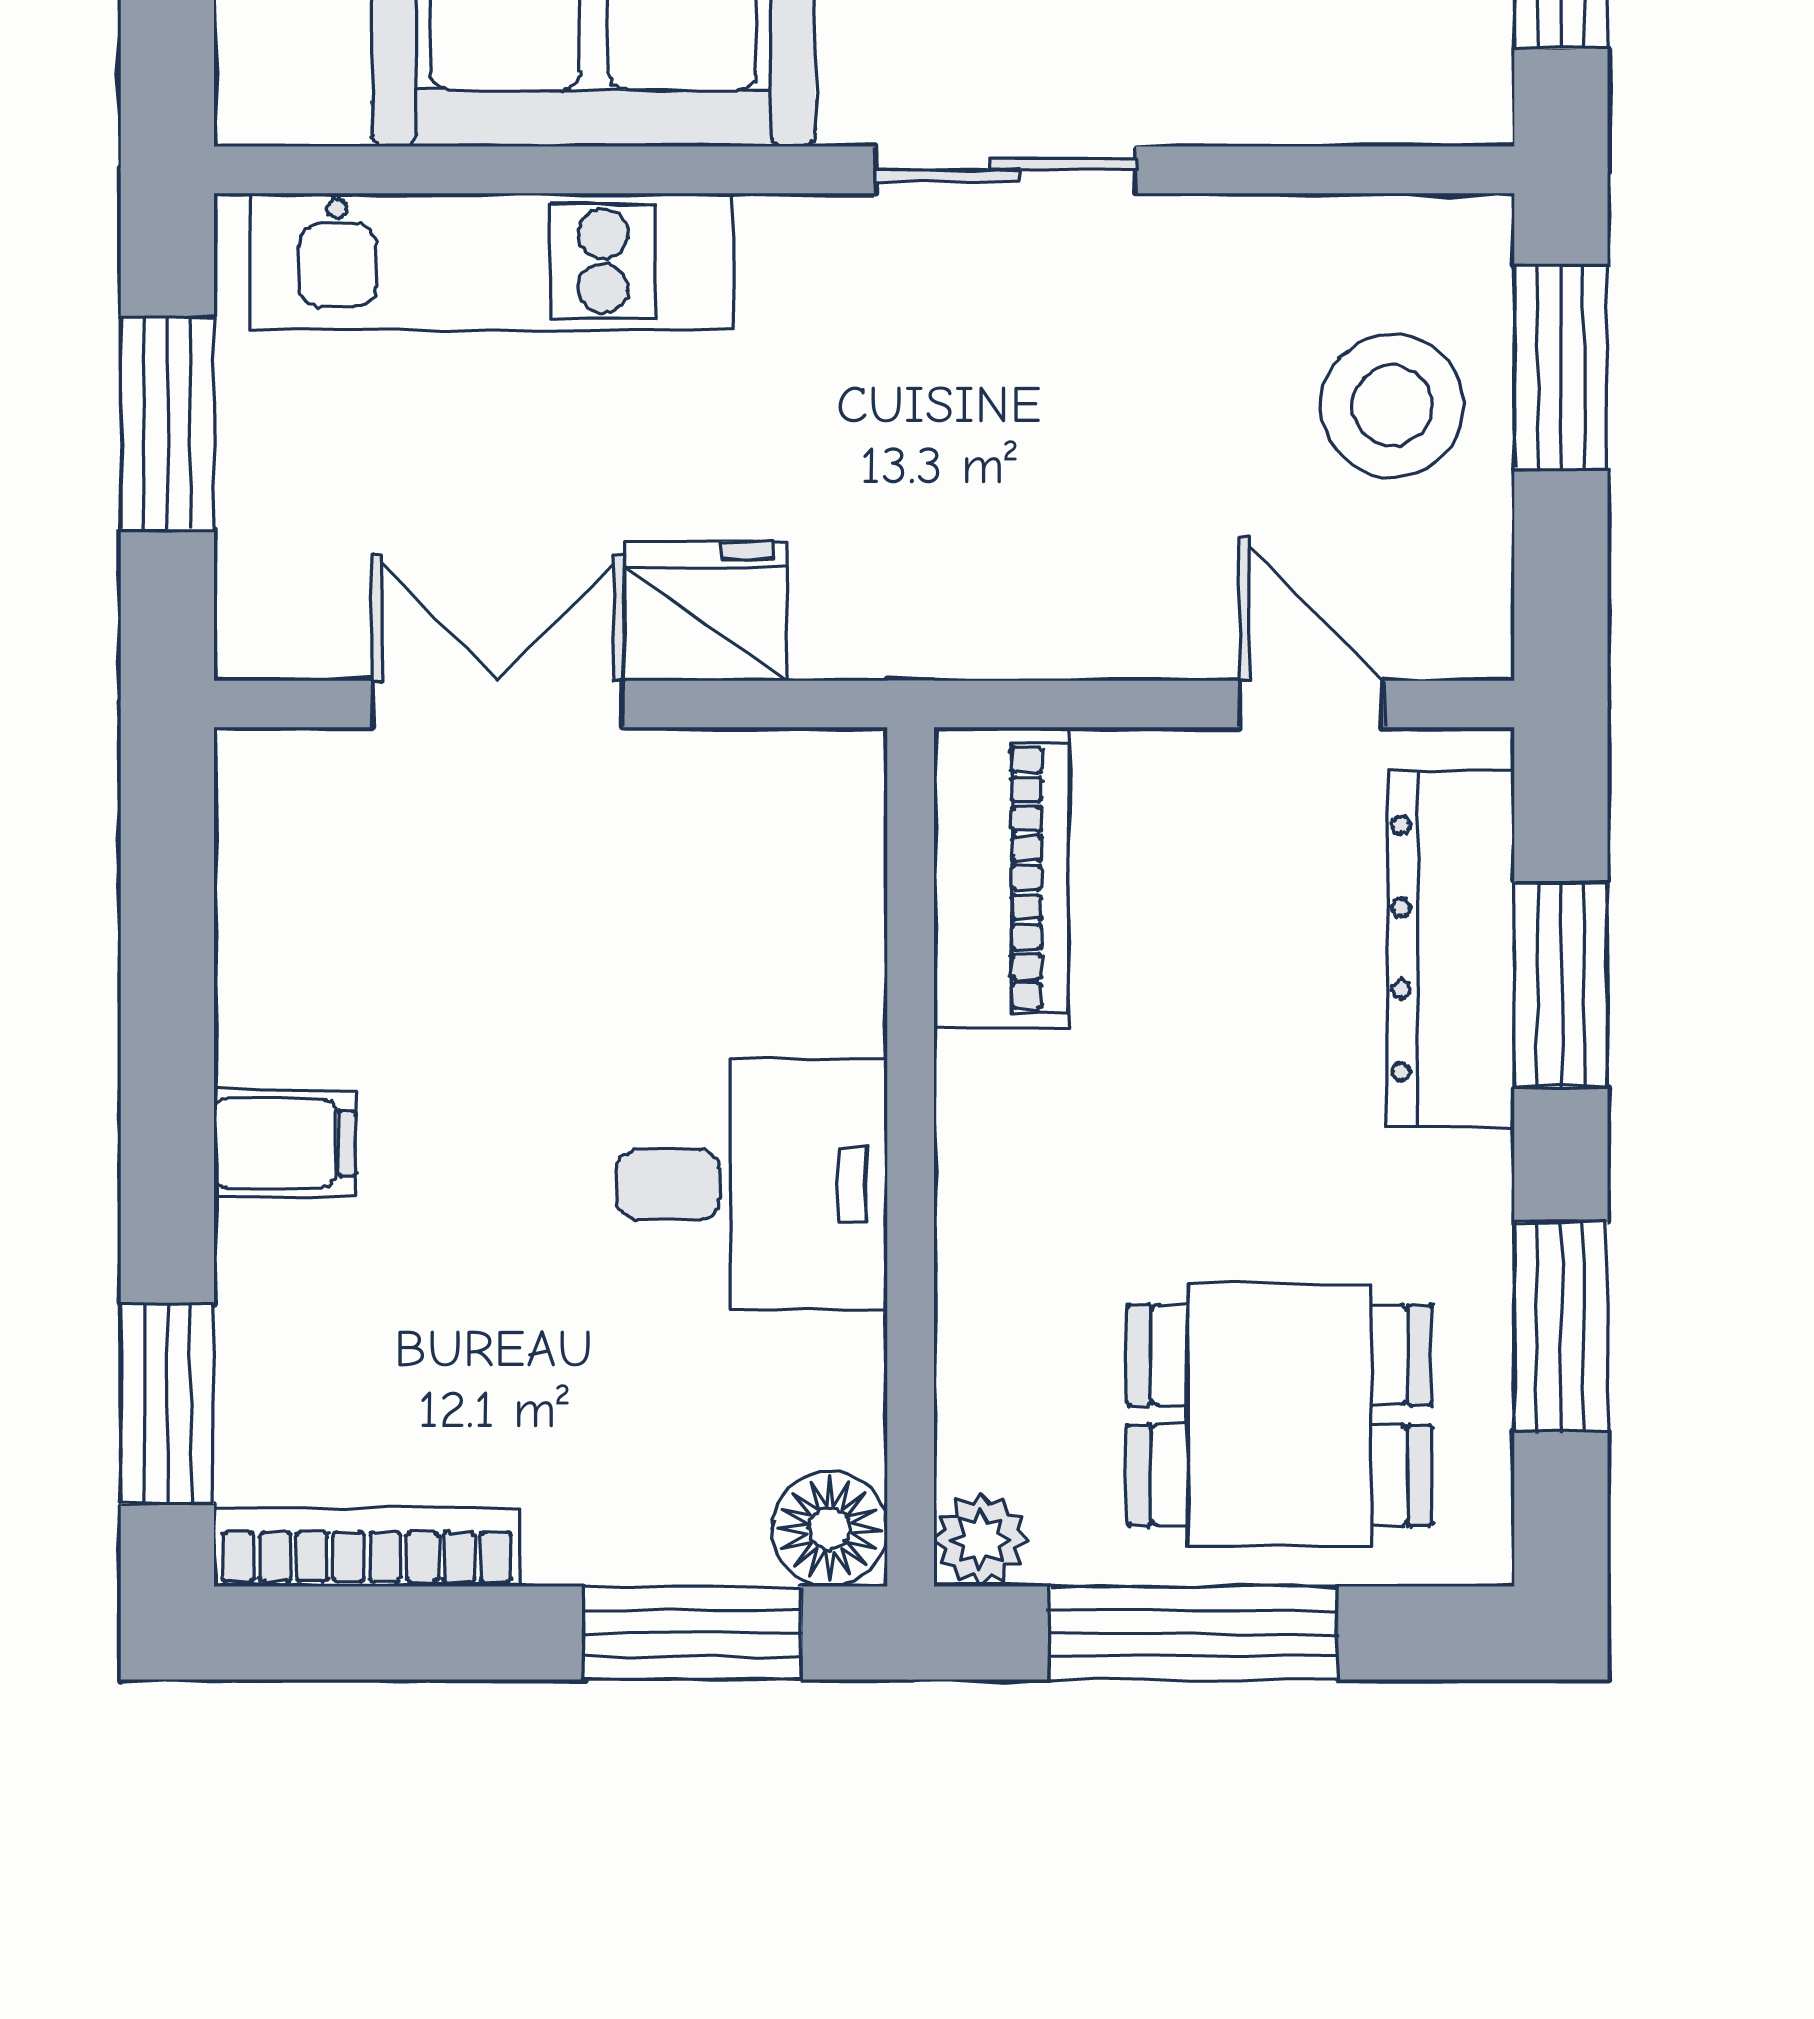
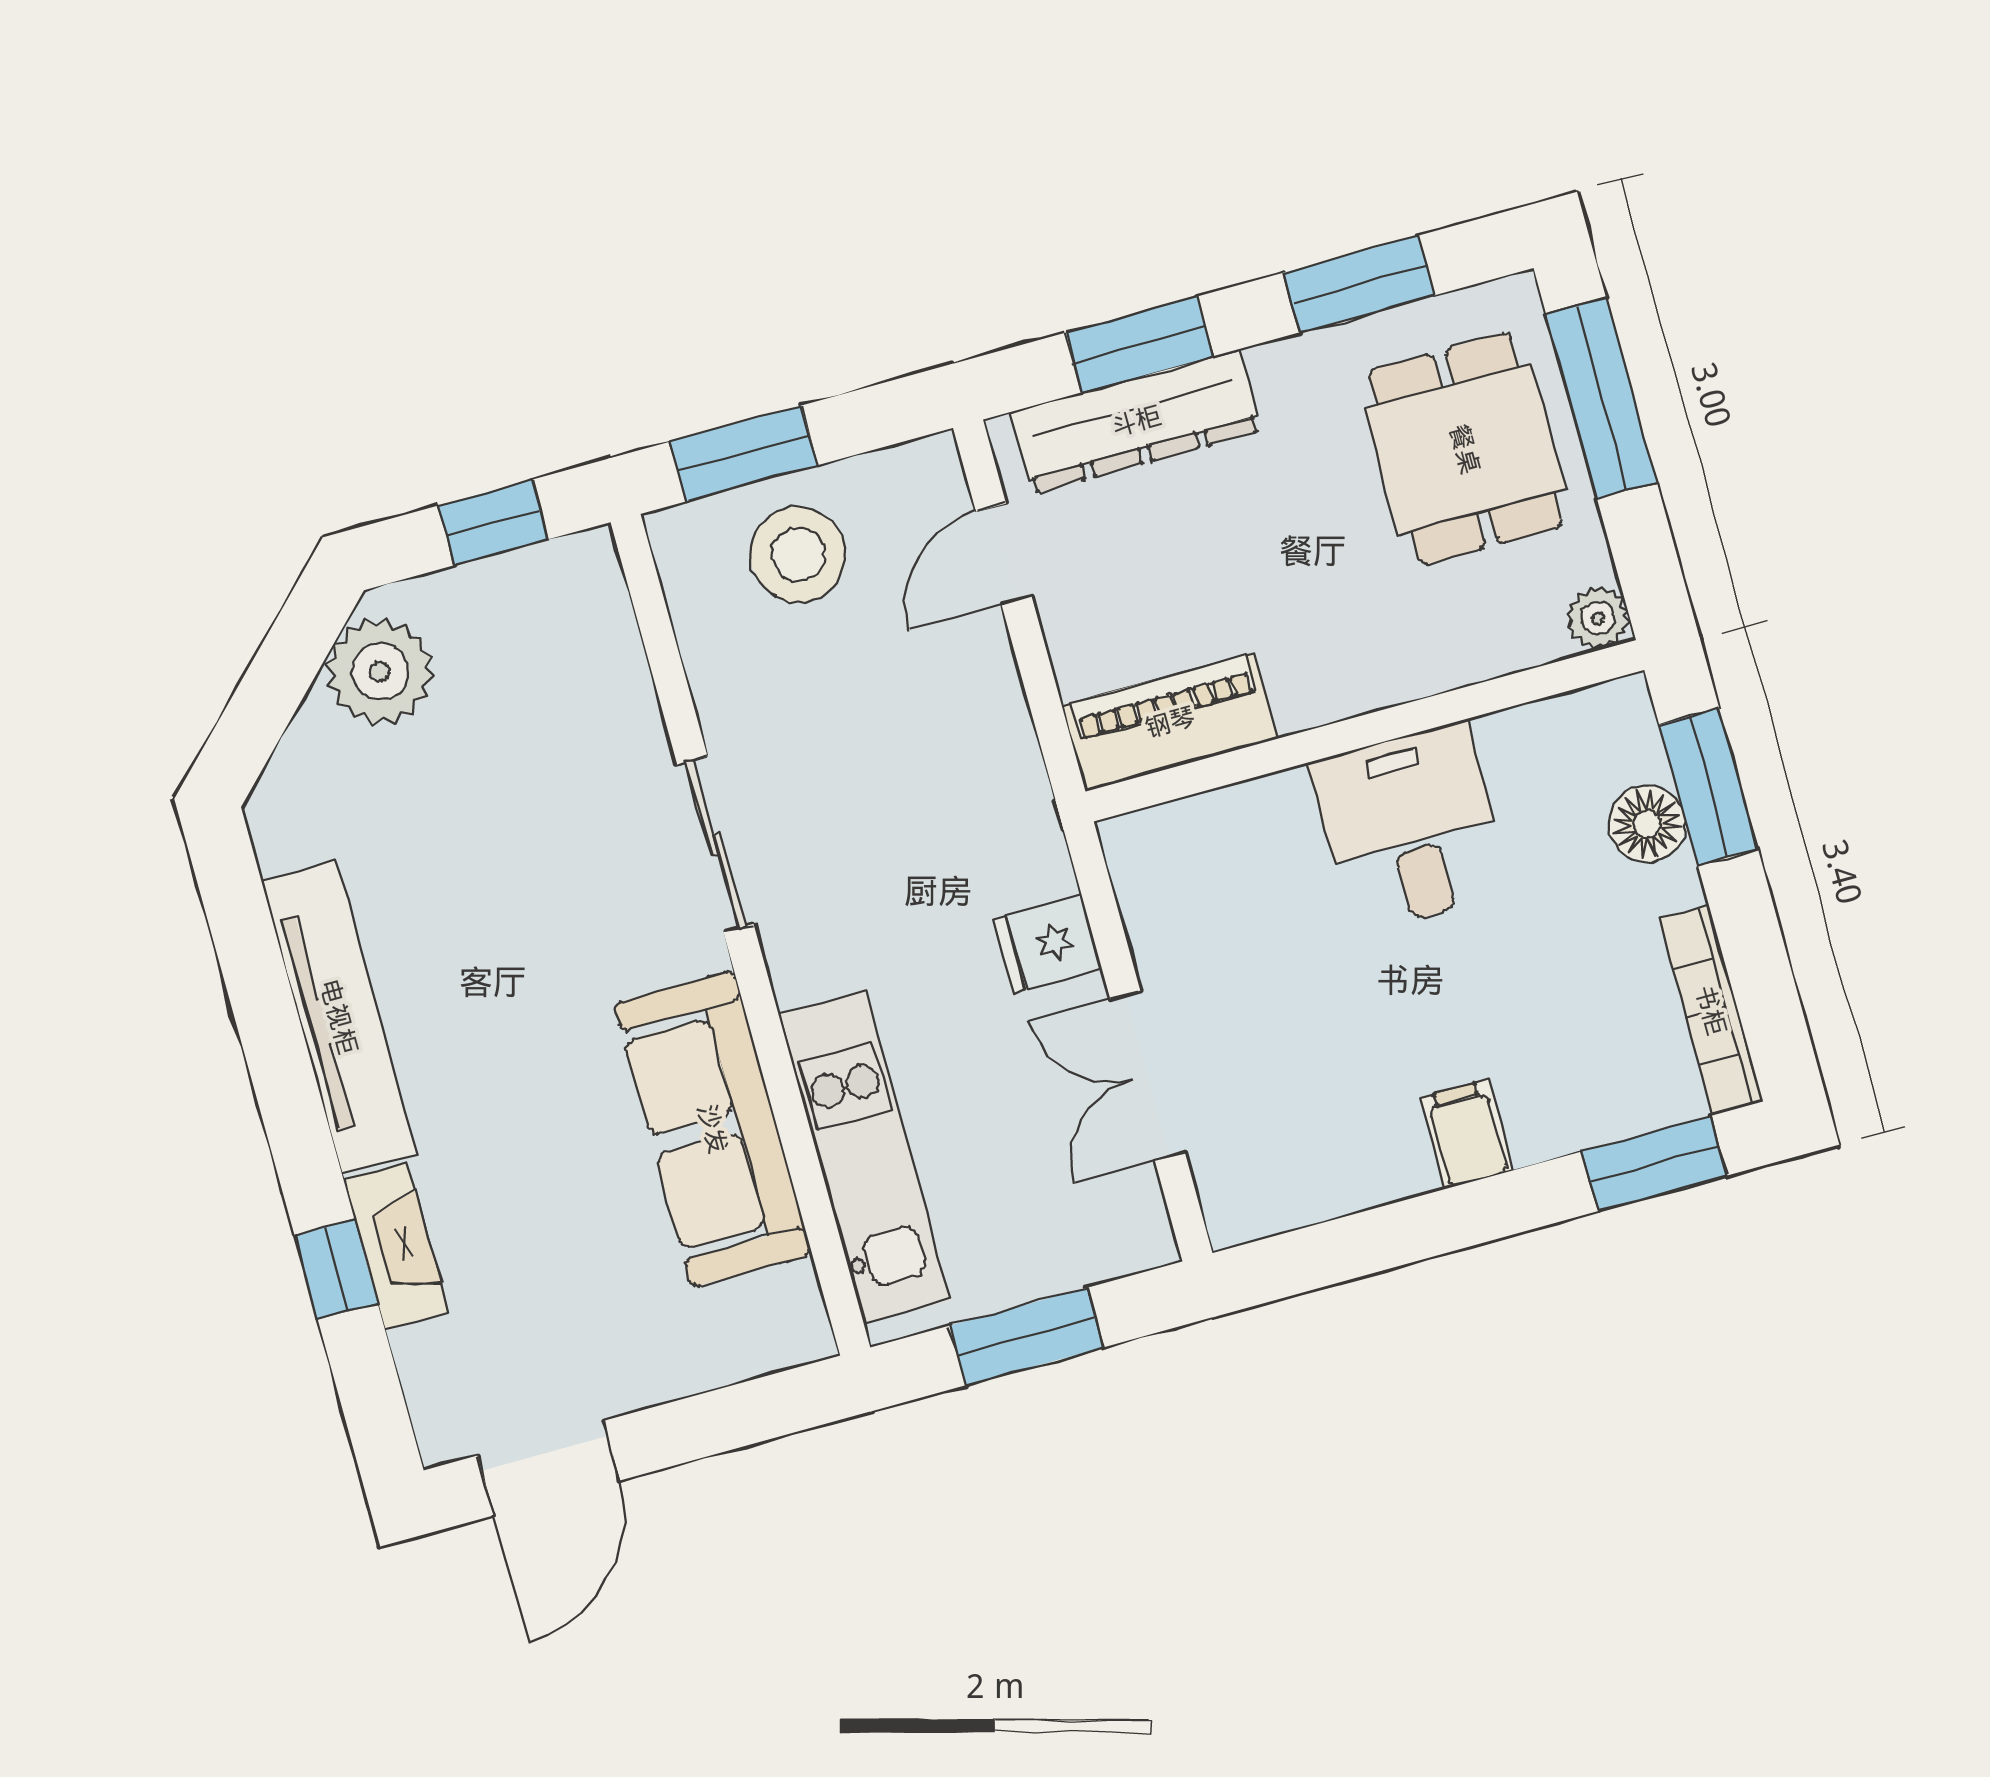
fridge: (706, 611) -> (1047, 944), width x0.72
floor lamp: (830, 1529) -> (1647, 824), moved
window: (1193, 1633) -> (1602, 398), moved

